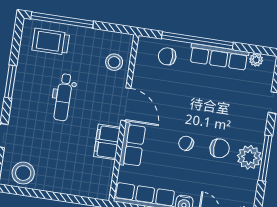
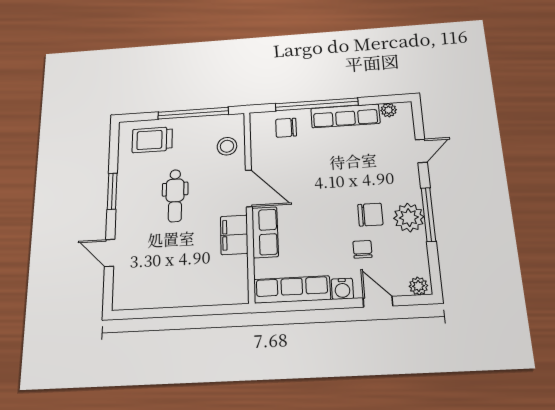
window: (62, 20) -> (193, 113), moved
chair: (186, 143) -> (362, 249), moved, turned 66
stool: (23, 173) -> (140, 291), removed

